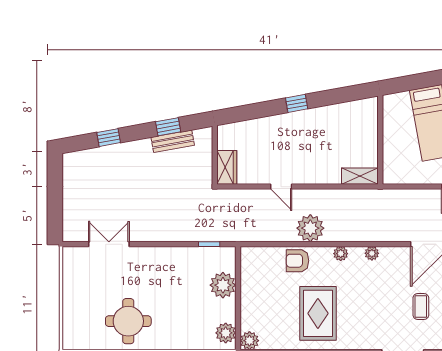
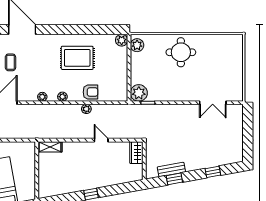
plant: (310, 228) -> (86, 109), width x0.53, depth x0.53
plant: (223, 285) -> (139, 93), moved
rug: (318, 313) -> (77, 58), turned 90
round table: (128, 321) -> (181, 52), moved

